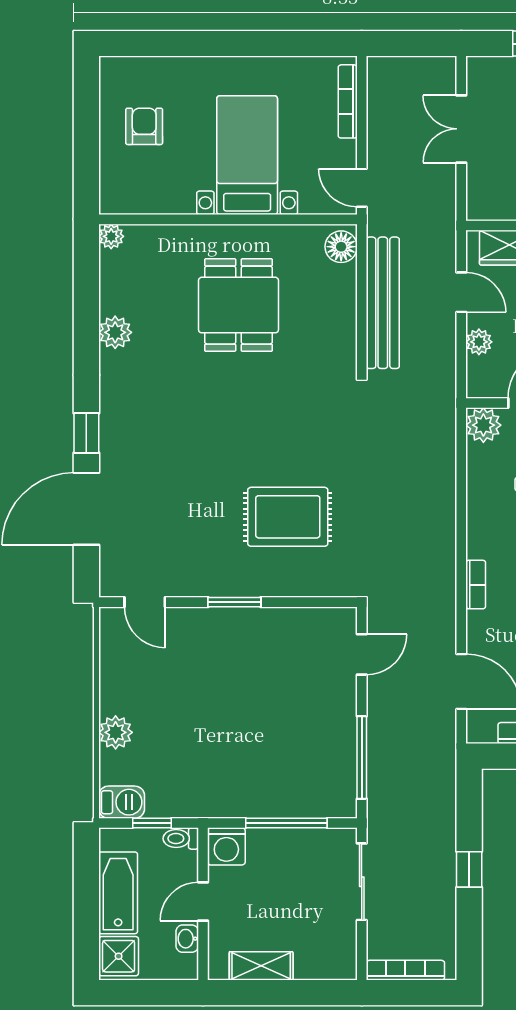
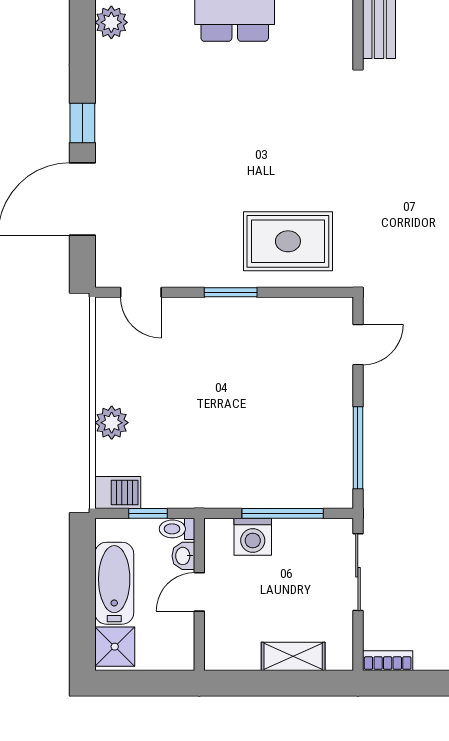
rug: (288, 517) -> (288, 241), moved
washing machine: (226, 846) -> (253, 537), moved
washbasin: (187, 939) -> (183, 556), moved
shelving: (261, 966) -> (293, 656), moved
bookcase: (405, 970) -> (388, 661), width x0.64

